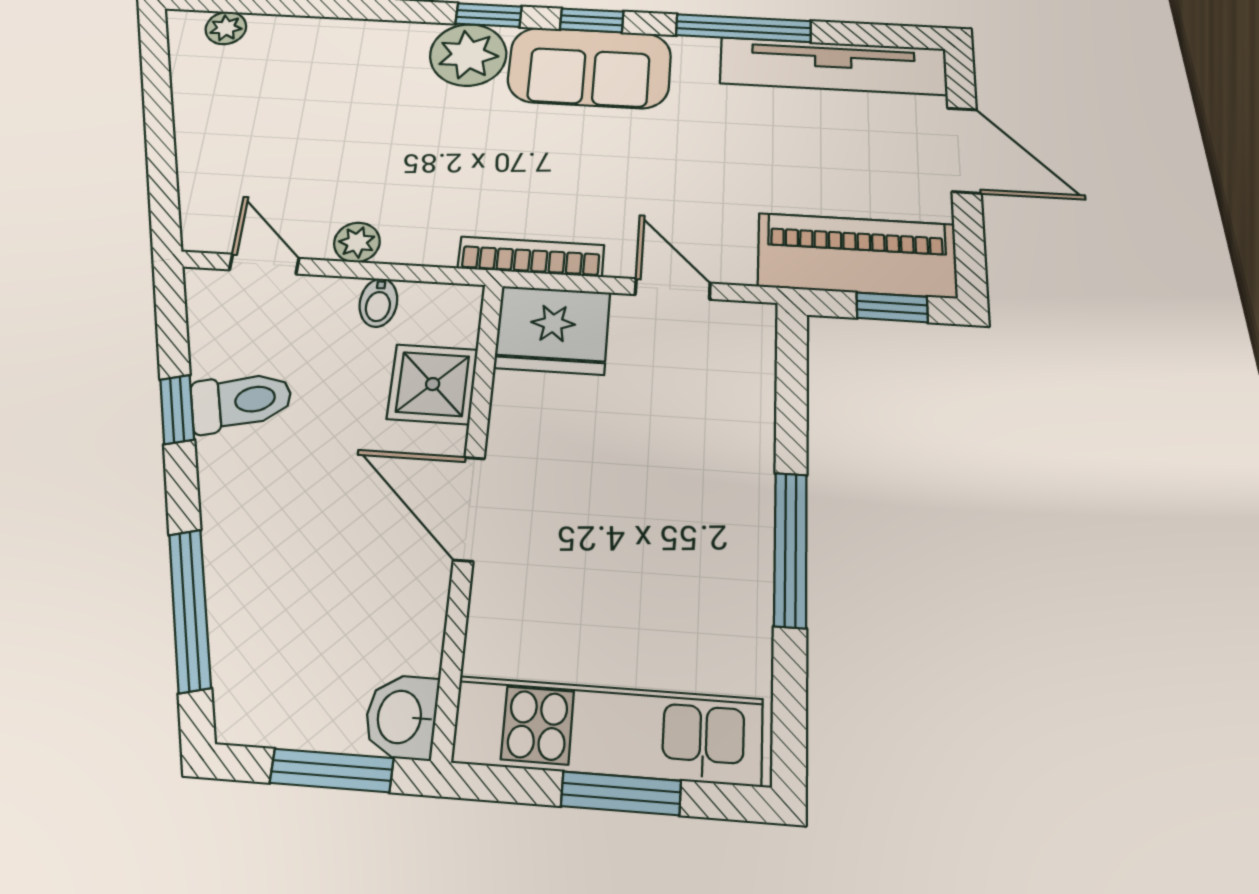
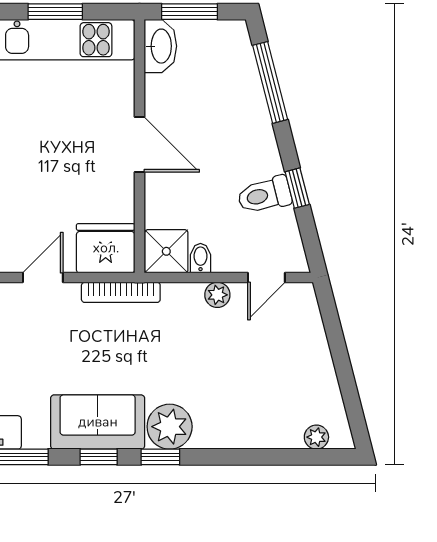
door: (264, 264) -> (266, 278), hinge flipped
door: (673, 289) -> (43, 278), swing flipped
shower: (433, 384) -> (166, 251), moved
washbasin: (401, 717) -> (160, 46), width x1.38

